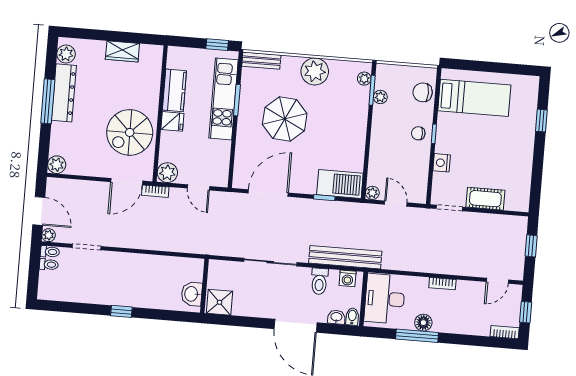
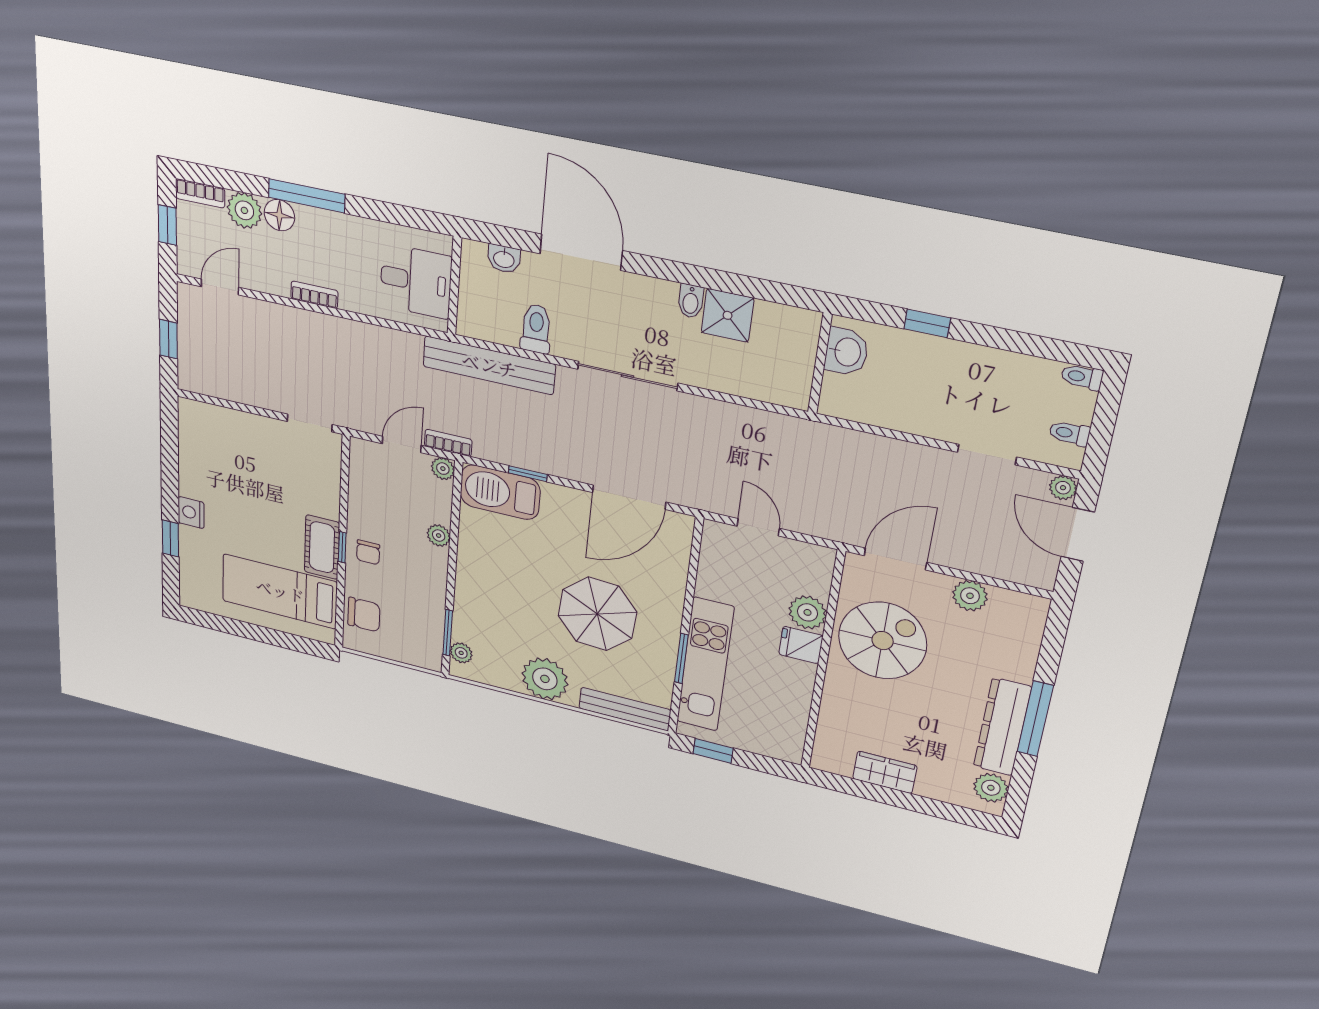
bench: (261, 61) -> (625, 709), width x1.36
kitchen counter: (174, 90) -> (794, 694), removed
plant: (380, 97) -> (439, 536), moved
chair: (418, 133) -> (368, 552), turned 90
nightstand: (442, 163) -> (191, 513), moved, turned 180
plant: (57, 165) -> (970, 596), moved
plant: (167, 173) -> (807, 612), moved
bookcase: (155, 191) -> (448, 443), moved
cot: (485, 199) -> (322, 547), moved, turned 90
door: (396, 204) -> (402, 444), swing flipped
toilet: (50, 252) -> (1082, 377), moved
washing machine: (348, 278) -> (484, 327), removed
wall: (204, 286) -> (820, 363), moved
washbasin: (192, 294) -> (846, 352), moved
desk: (385, 299) -> (416, 281), width x0.73
bidet: (352, 317) -> (691, 301), moved
floor lamp: (423, 323) -> (279, 215), moved
plant: (480, 326) -> (244, 210), added
window: (417, 336) -> (307, 196), moved

